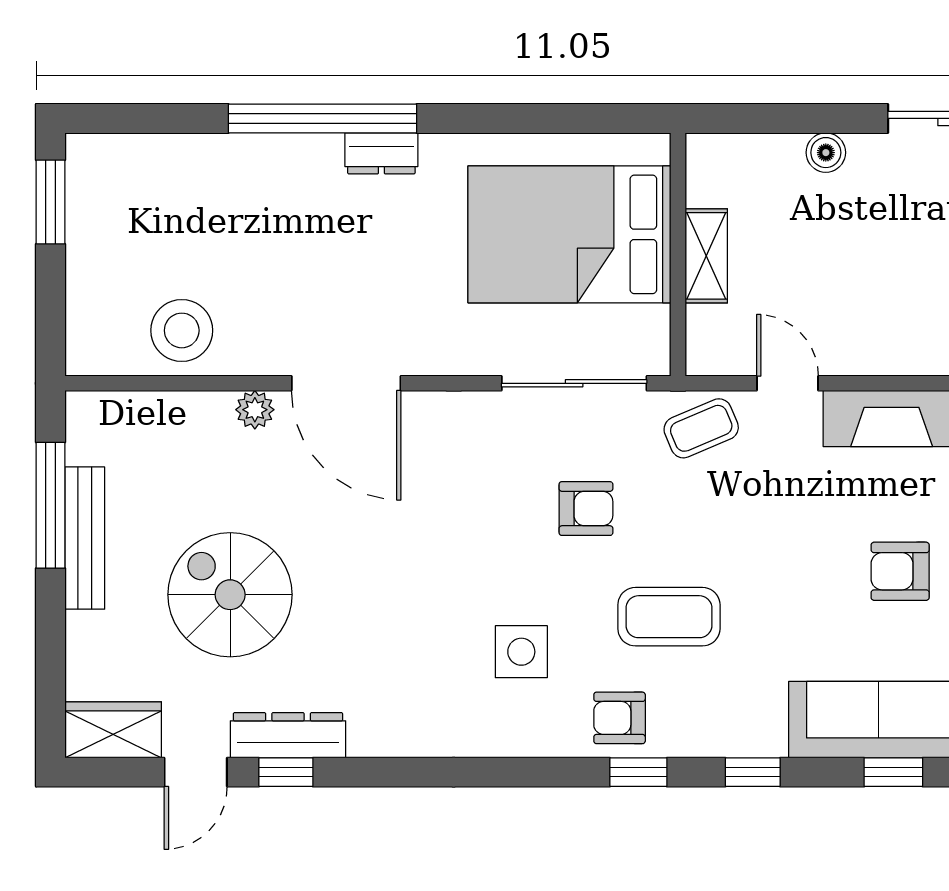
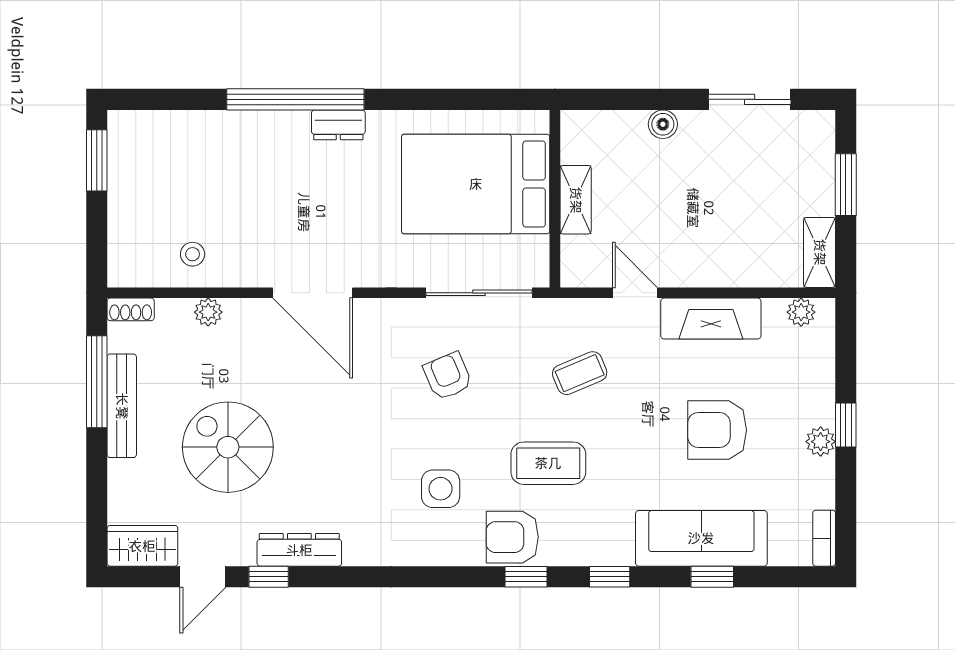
stool: (182, 330) -> (193, 254), width x0.53, depth x0.53
shoe rack: (97, 406) -> (131, 309), added
plant: (255, 410) -> (208, 312), moved
coffee table: (701, 428) -> (580, 373), moved
armchair: (586, 509) -> (448, 376), moved, turned -113
armchair: (900, 571) -> (717, 430), width x1.38, depth x1.38
armchair: (620, 718) -> (512, 537), width x1.38, depth x1.38
dresser: (288, 735) -> (299, 550), moved

